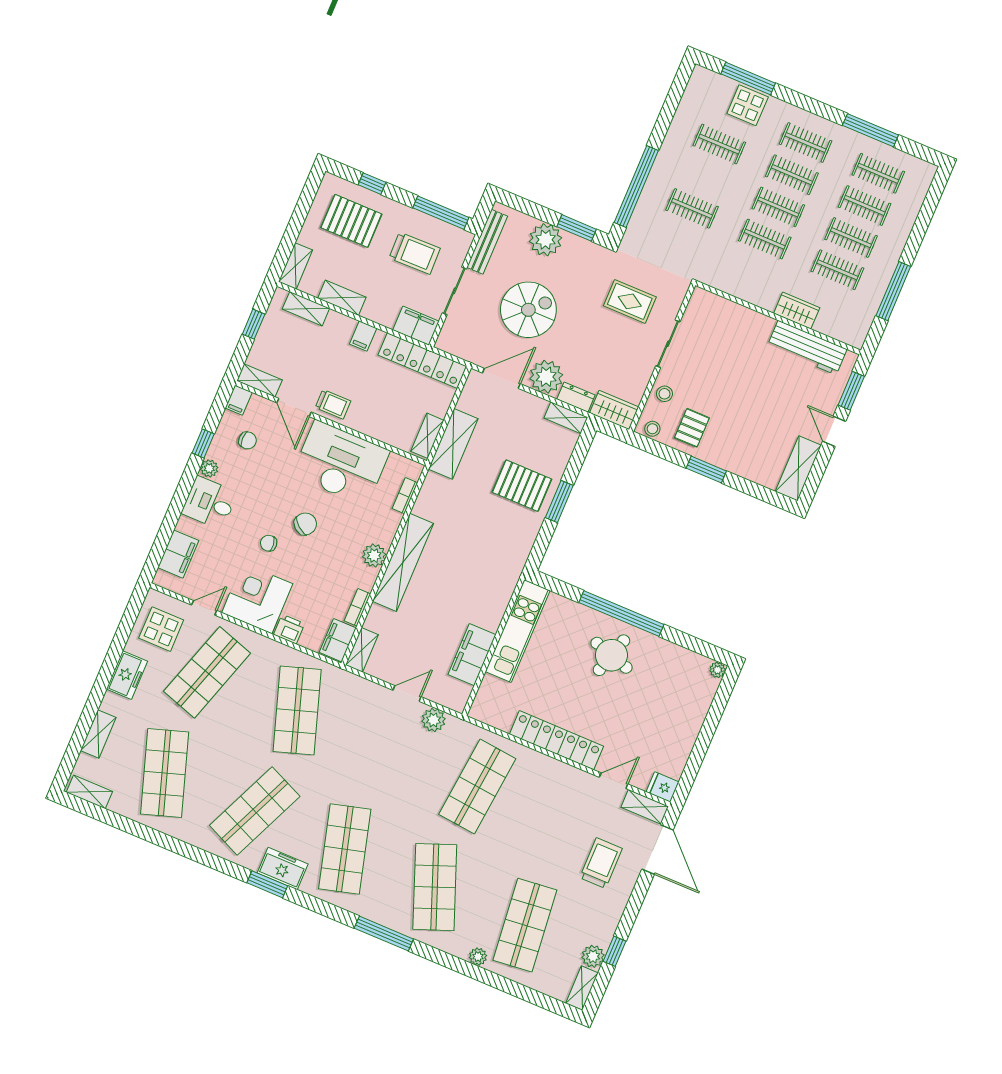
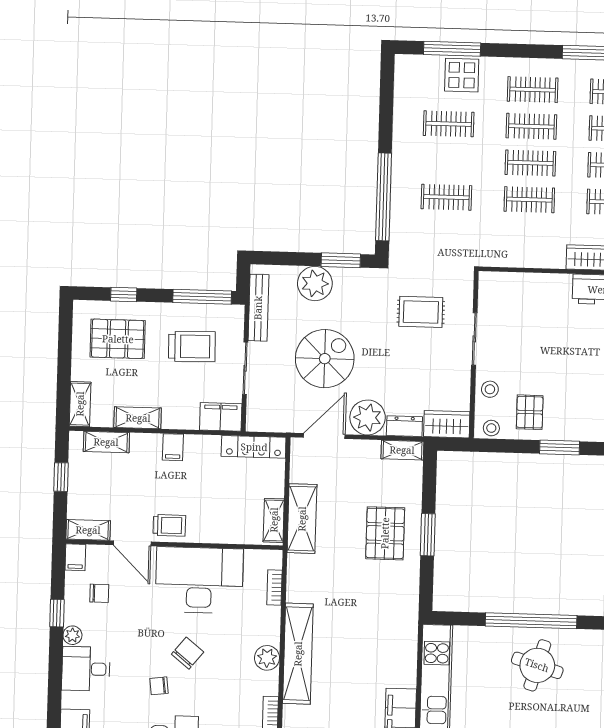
locker: (422, 361) -> (254, 447), width x0.71, depth x0.83
pallet: (522, 486) -> (385, 533), turned 90

